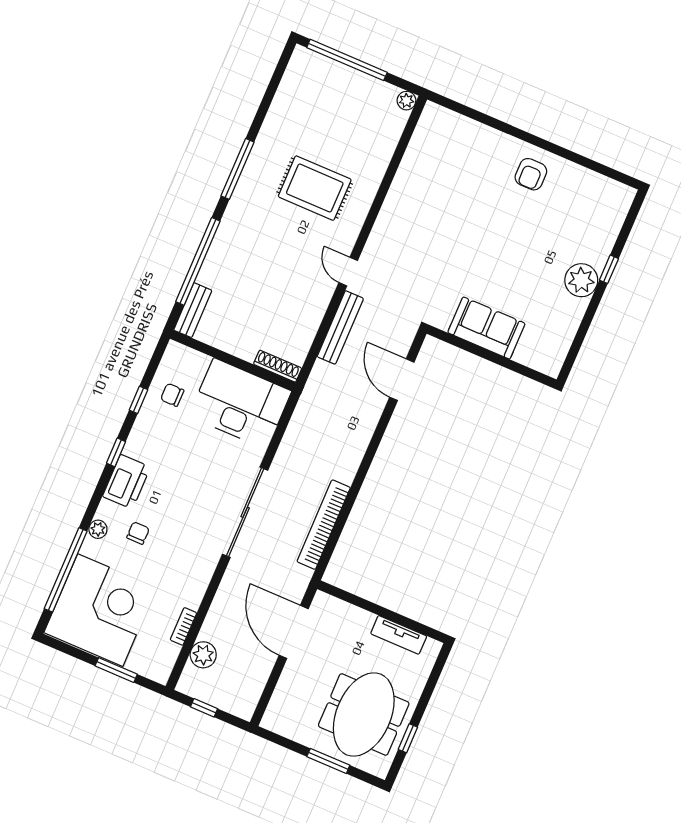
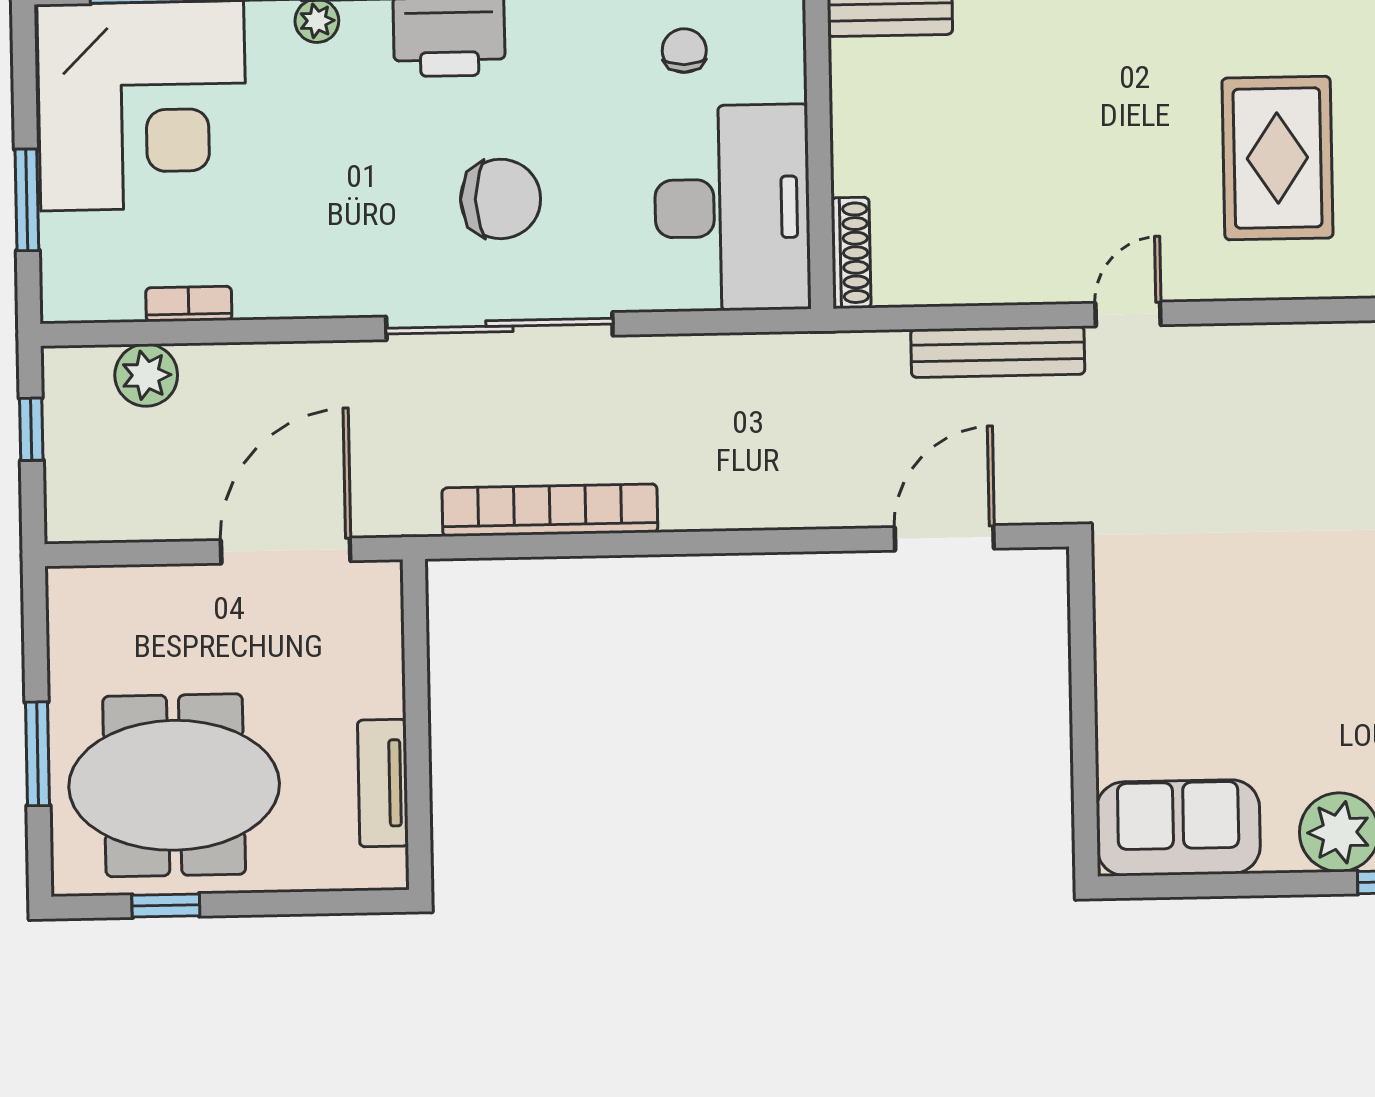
sofa: (486, 328) -> (1178, 828), moved, turned -90
chair: (138, 533) -> (501, 199), moved, width x1.87, depth x1.87

